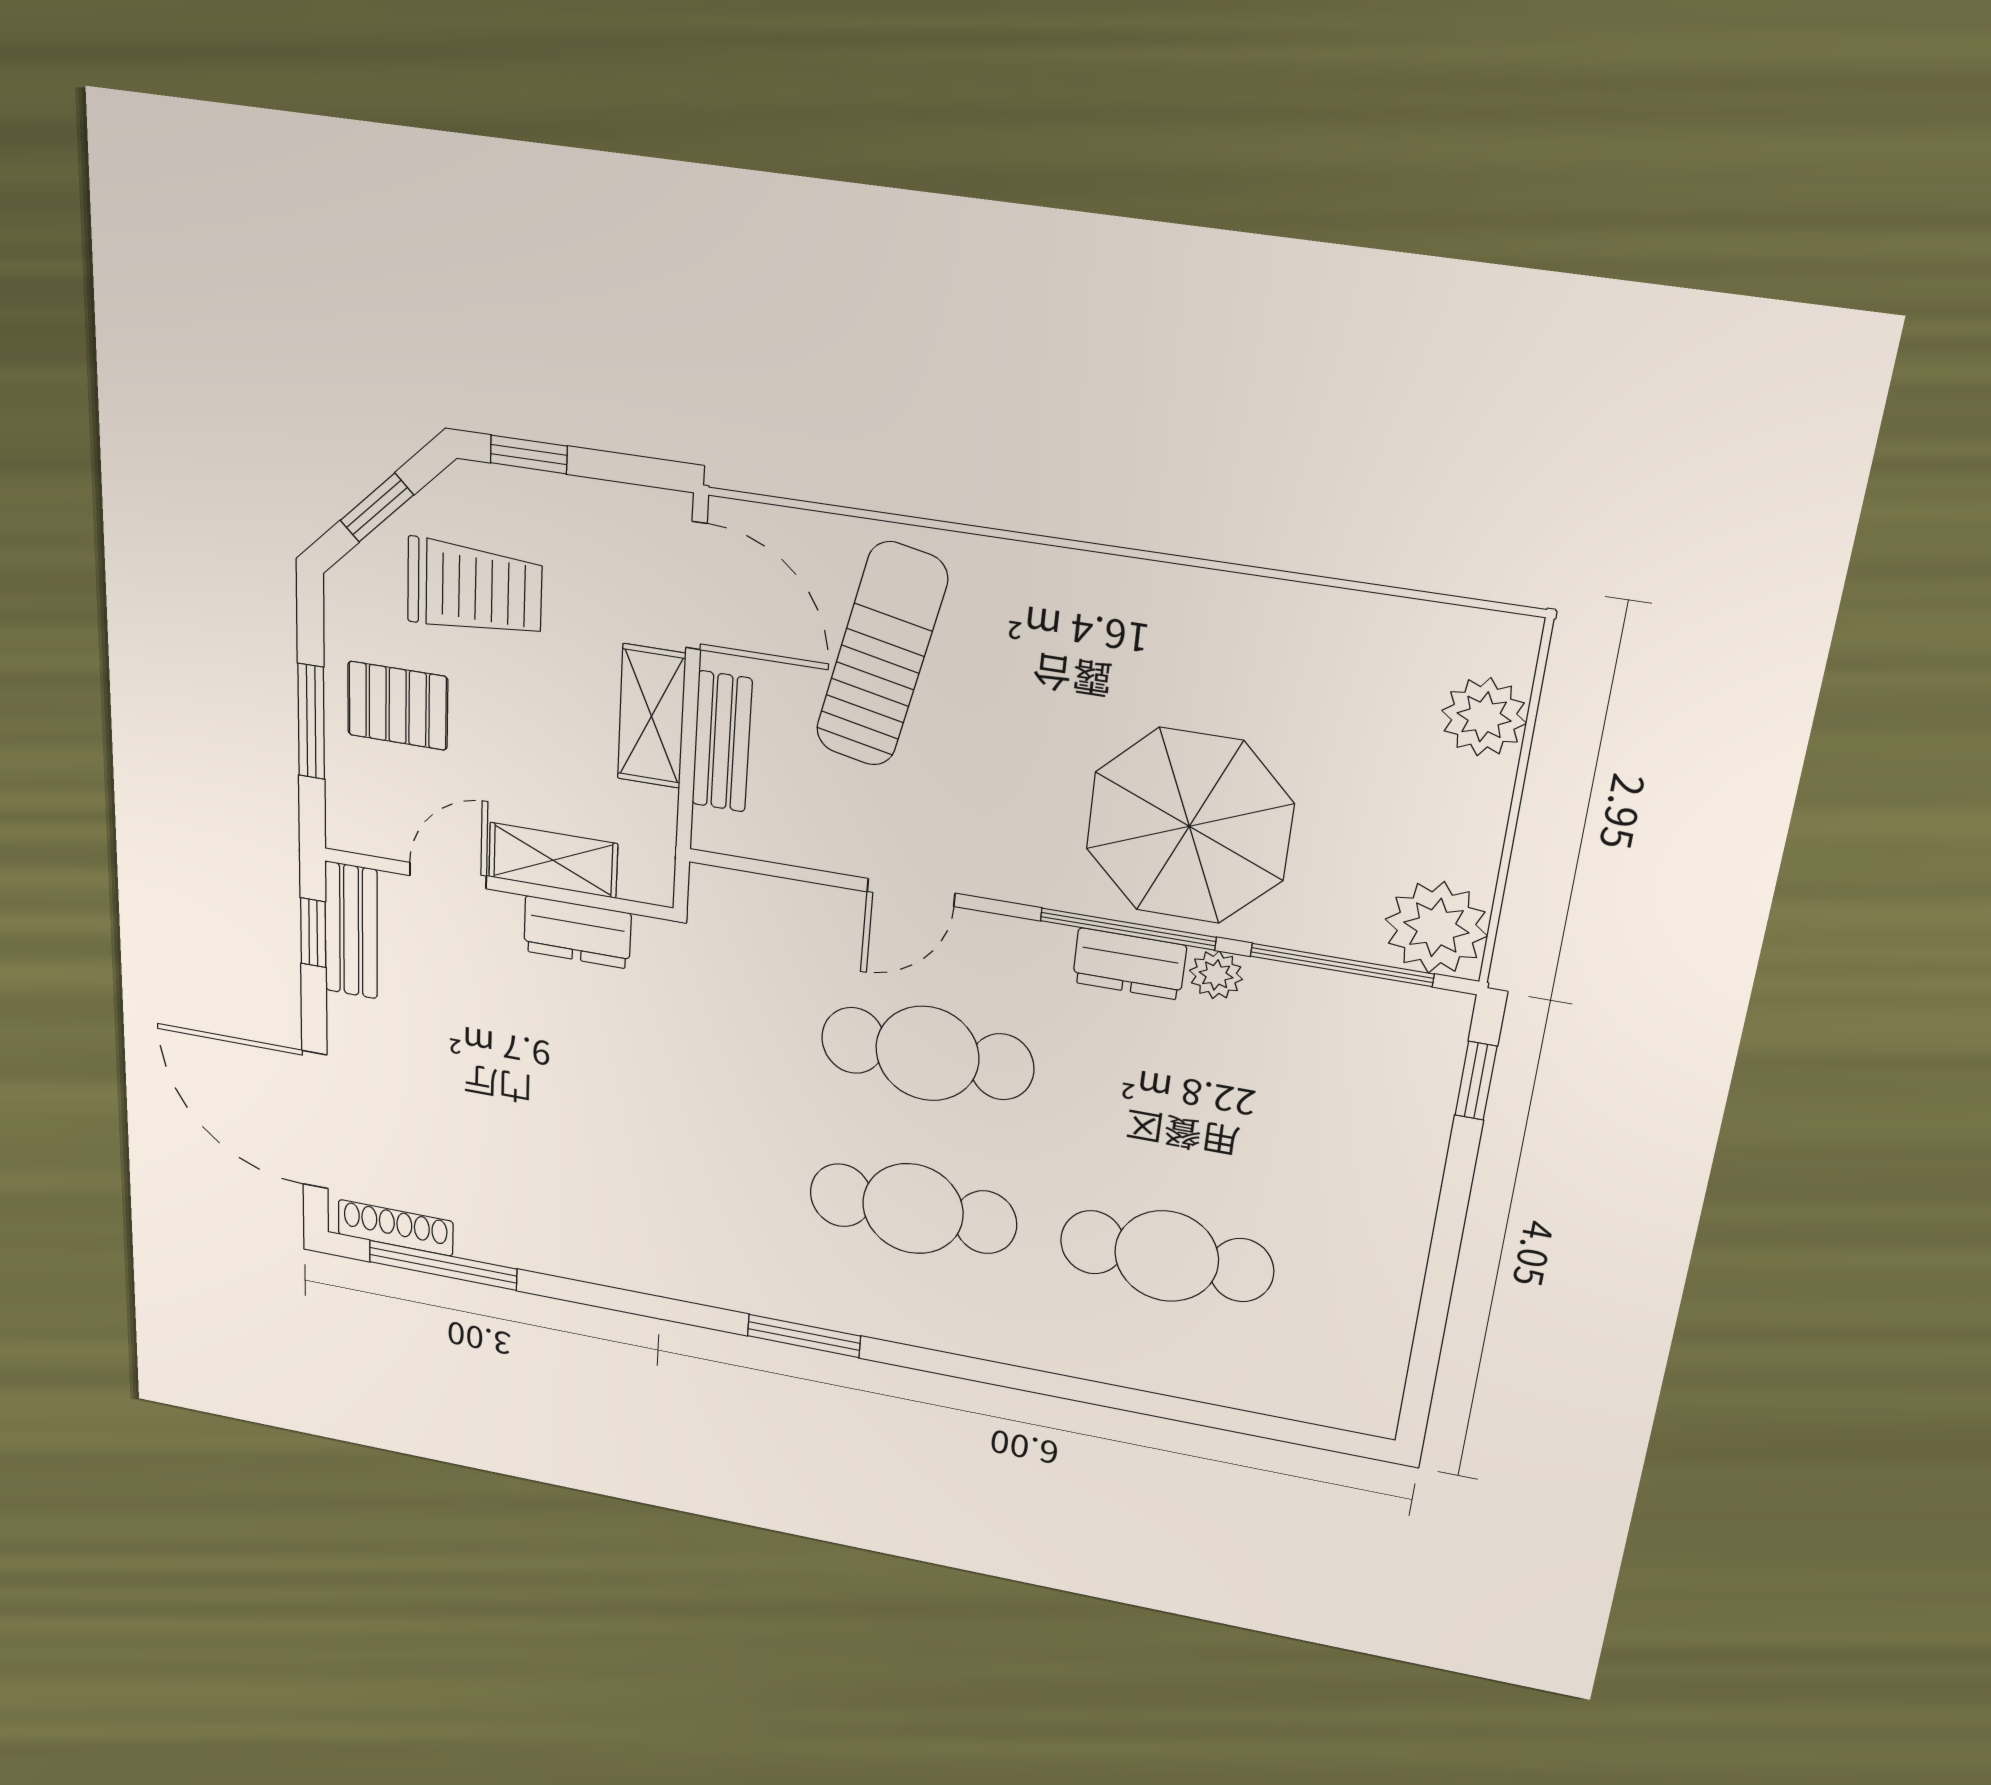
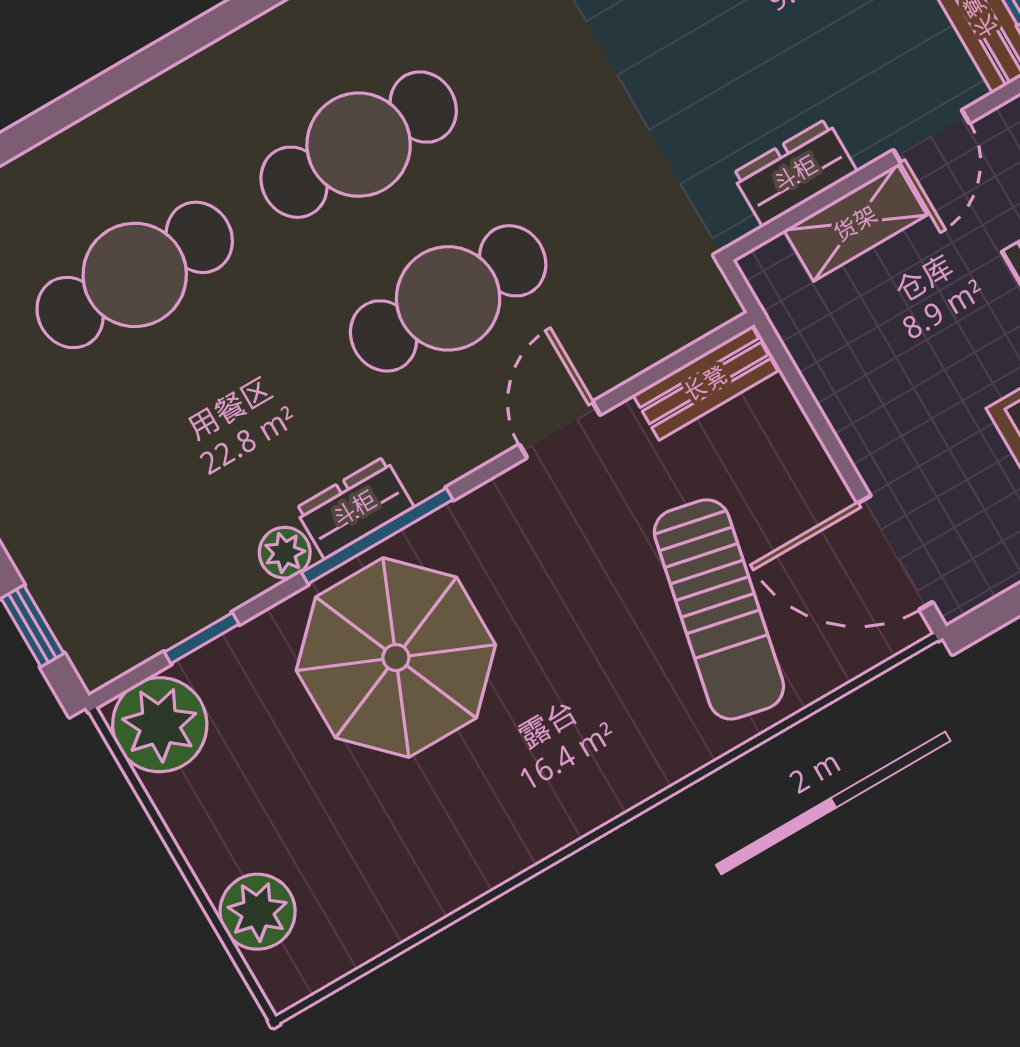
shelving: (651, 716) -> (859, 415), removed
bench: (722, 742) -> (705, 383), moved, turned 90
window: (1342, 965) -> (202, 638), width x0.46

